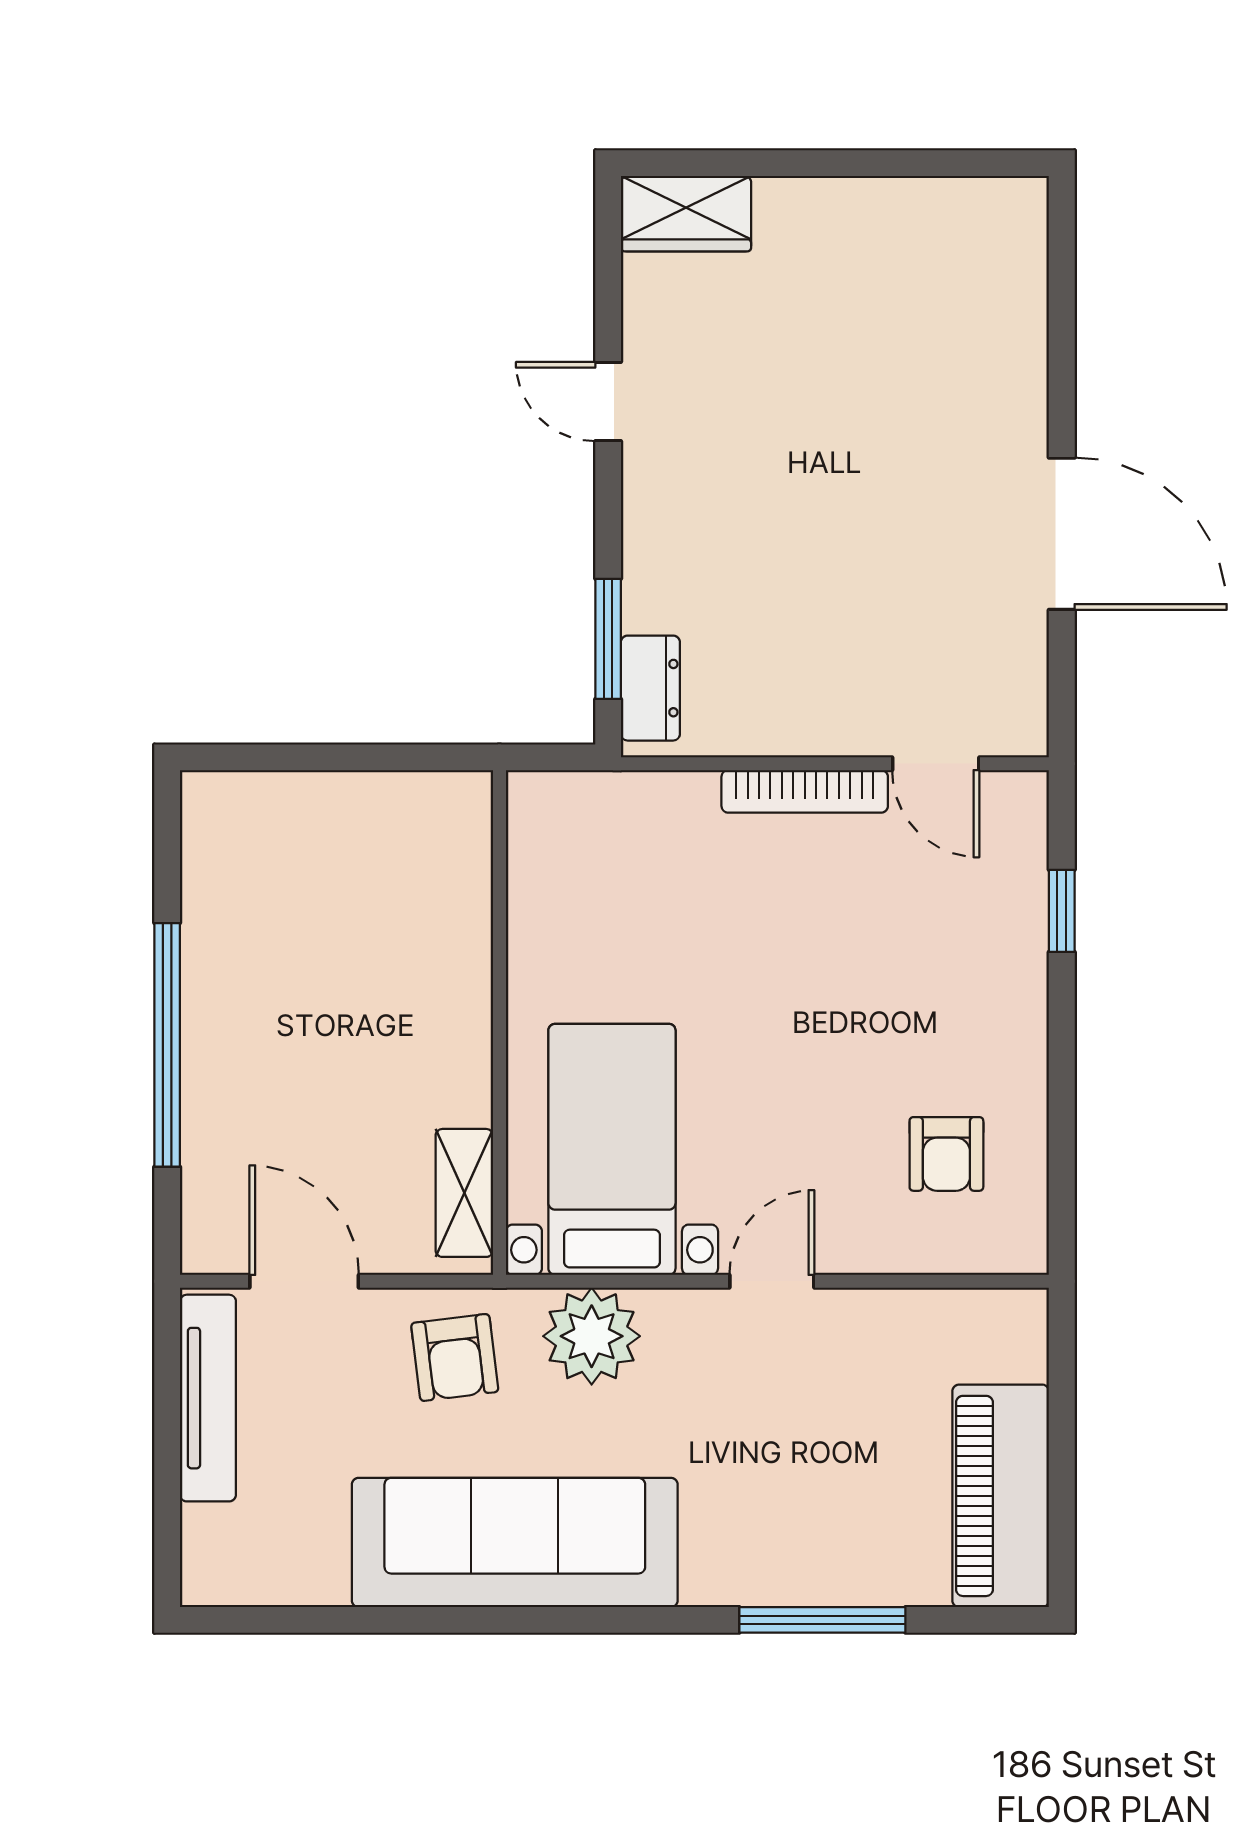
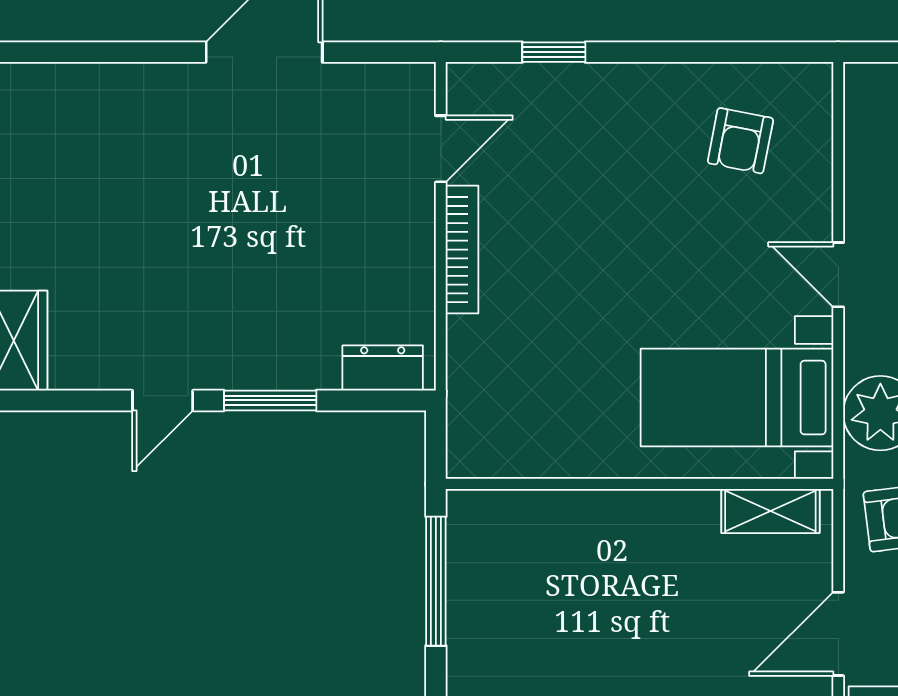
window: (608, 639) -> (270, 400), moved
window: (373, 757) -> (436, 581), added
armchair: (946, 1154) -> (740, 141), turned 101

